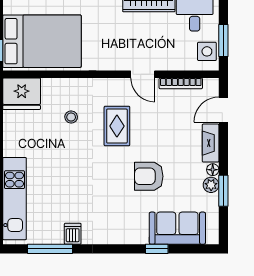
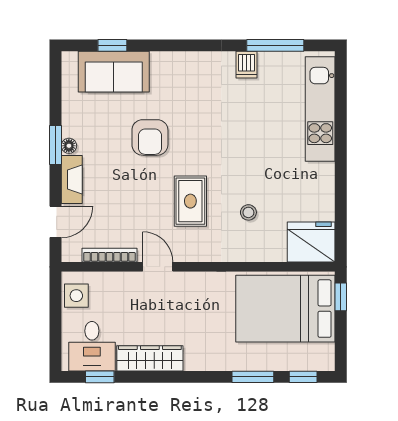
window: (223, 41) -> (56, 309), removed
armchair: (149, 176) -> (150, 137), turned 90
plant: (211, 185) -> (71, 126), removed
window: (223, 191) -> (56, 145), moved
window: (157, 249) -> (112, 45), moved

